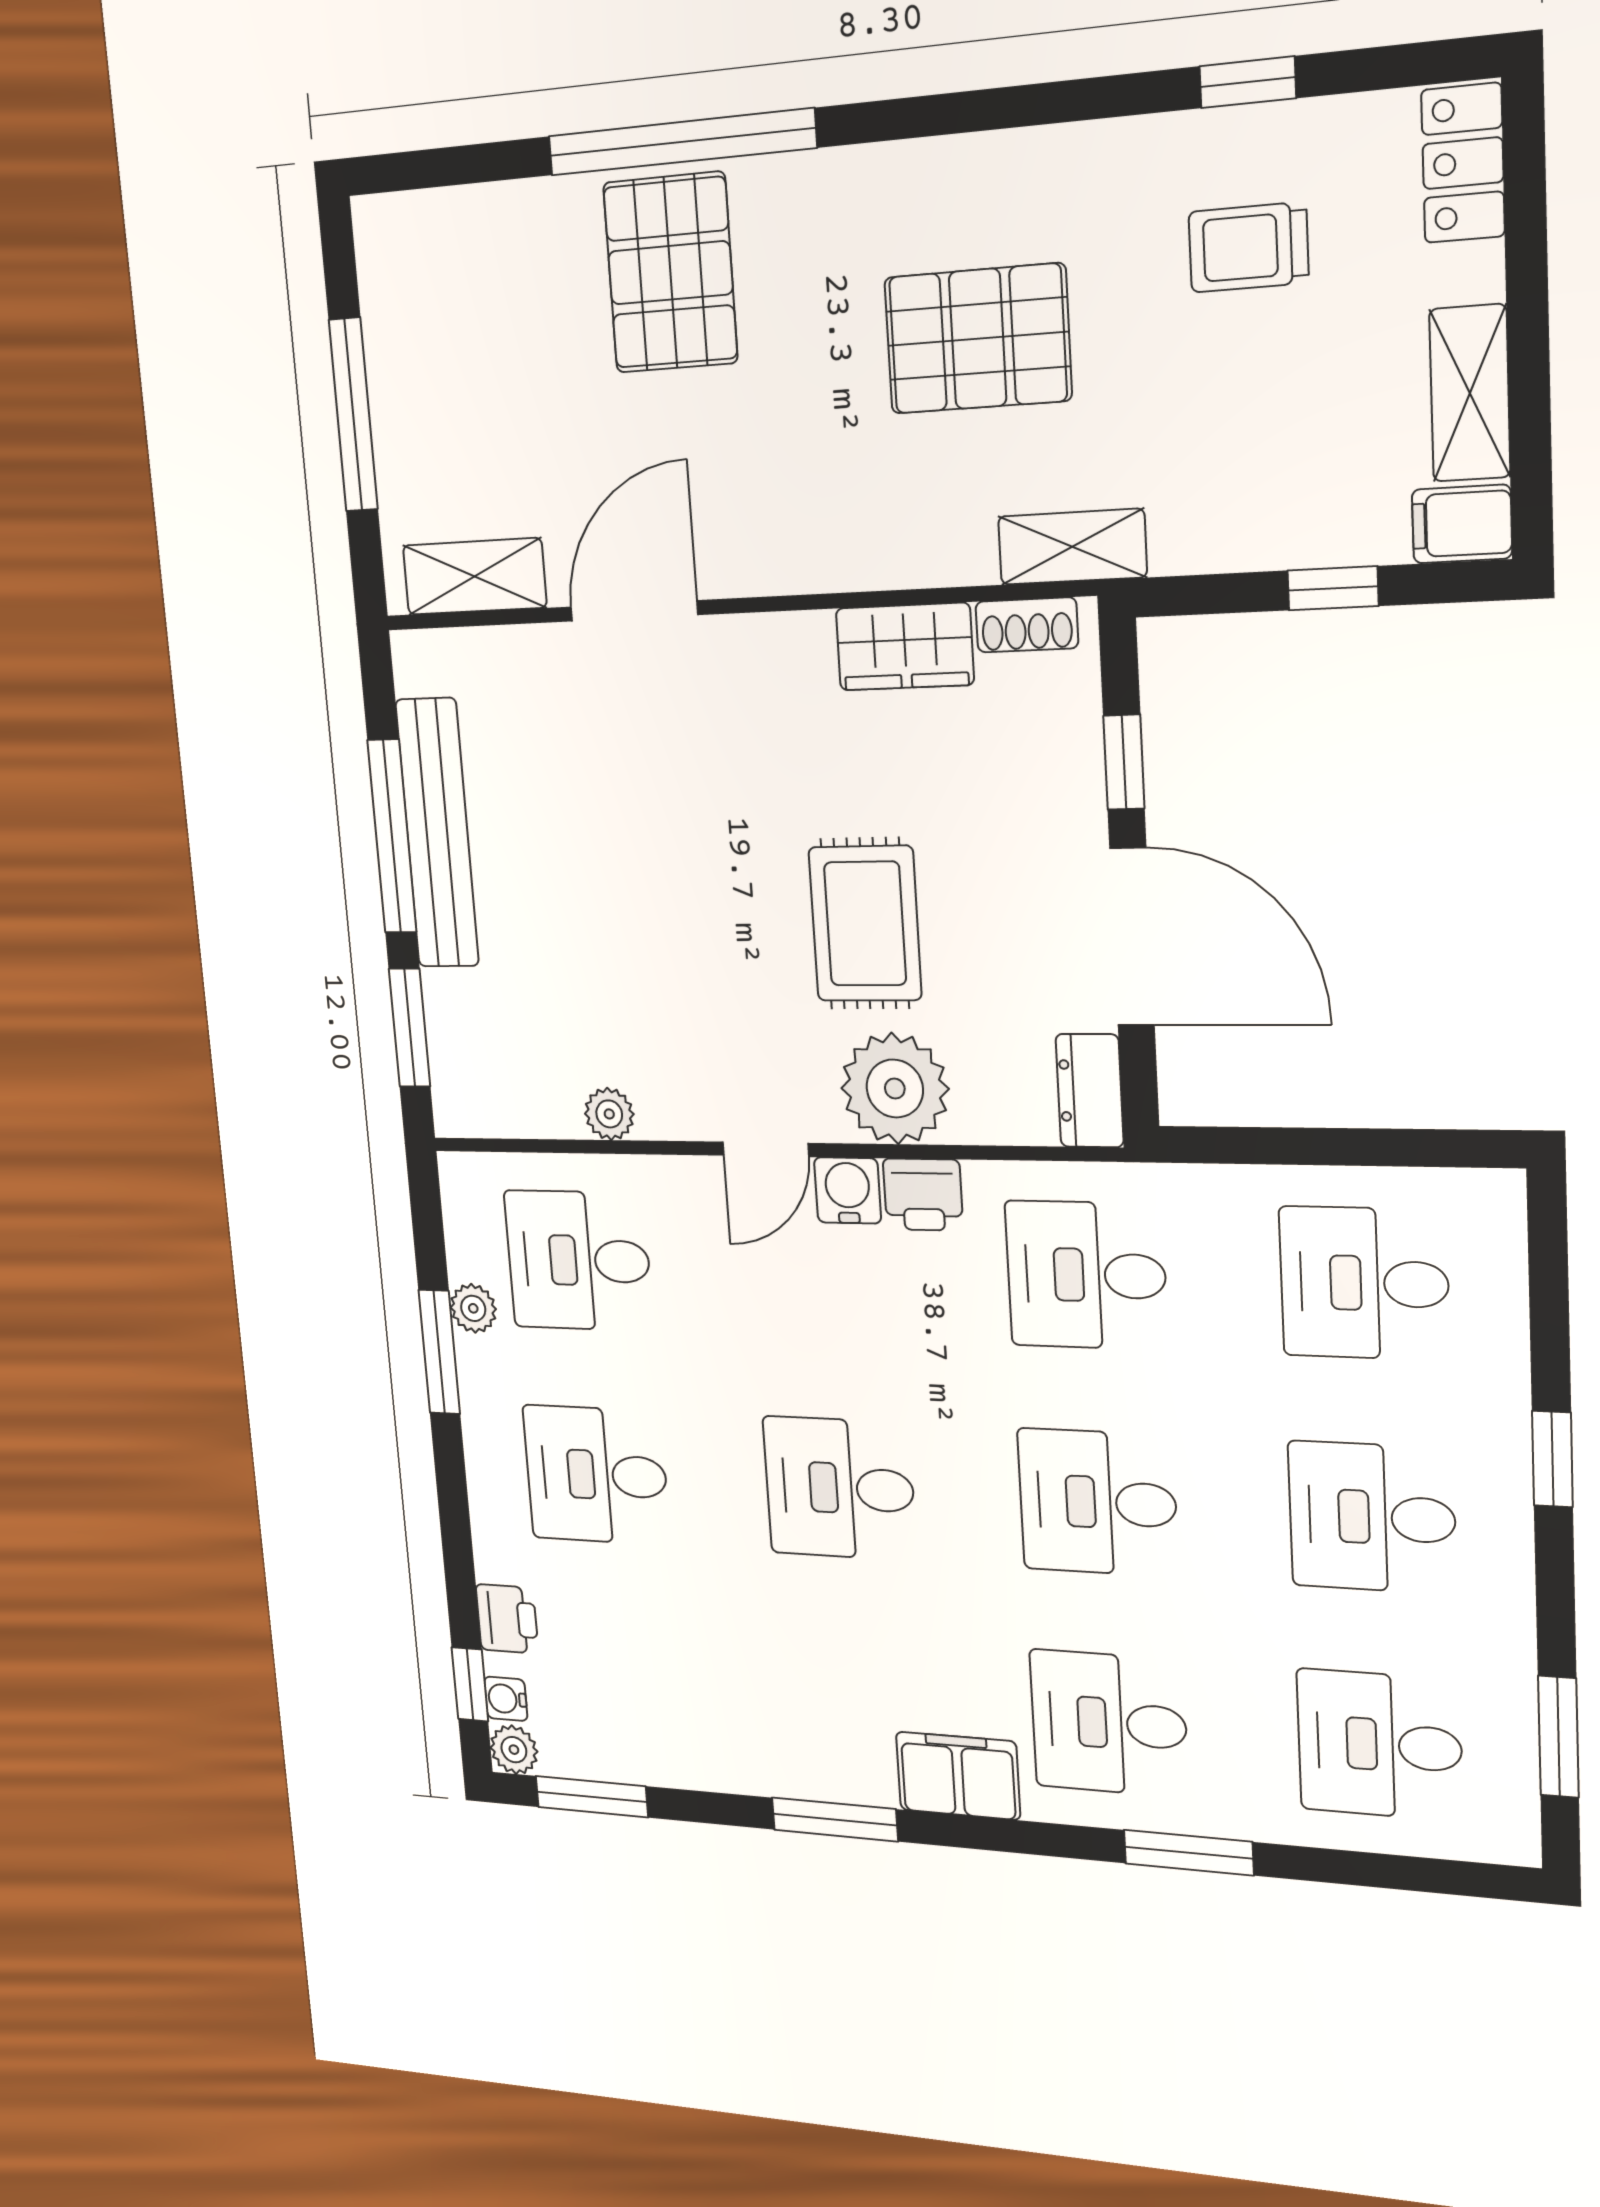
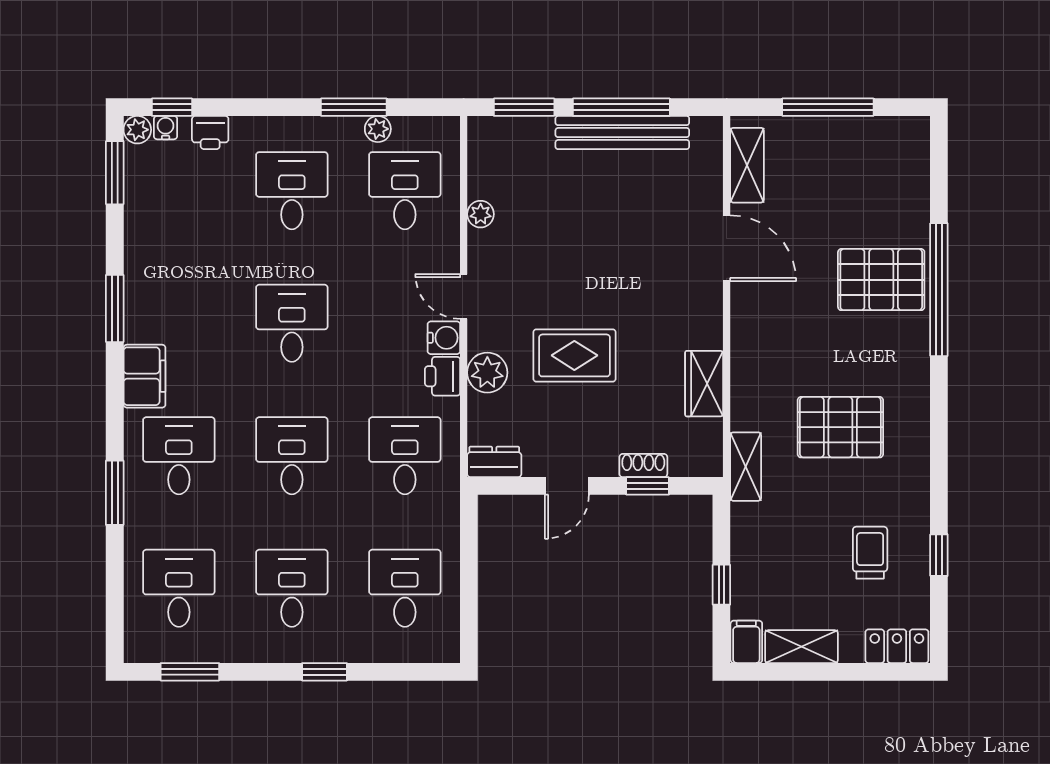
pallet: (978, 339) -> (840, 427), turned 90
shoe rack: (1027, 625) -> (643, 466), moved, turned 90
door: (1132, 937) -> (567, 486), width x0.53
plant: (895, 1089) -> (487, 373), width x0.73, depth x0.73

